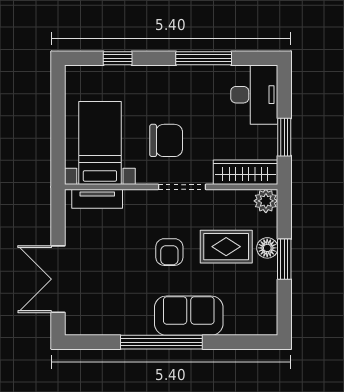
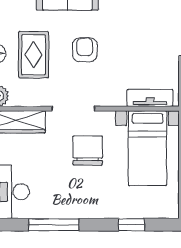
chair: (166, 140) -> (88, 151), turned 90
rug: (226, 247) -> (34, 55), turned 90

